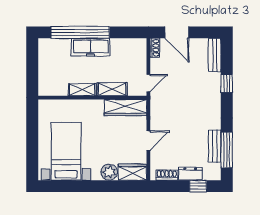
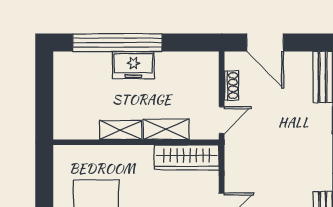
freezer: (91, 47) -> (133, 65), width x0.71
shoe rack: (155, 48) -> (231, 86), moved

